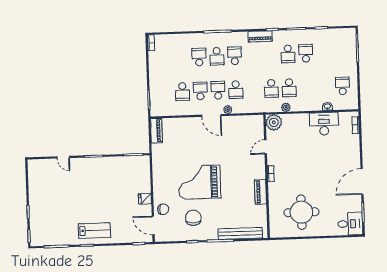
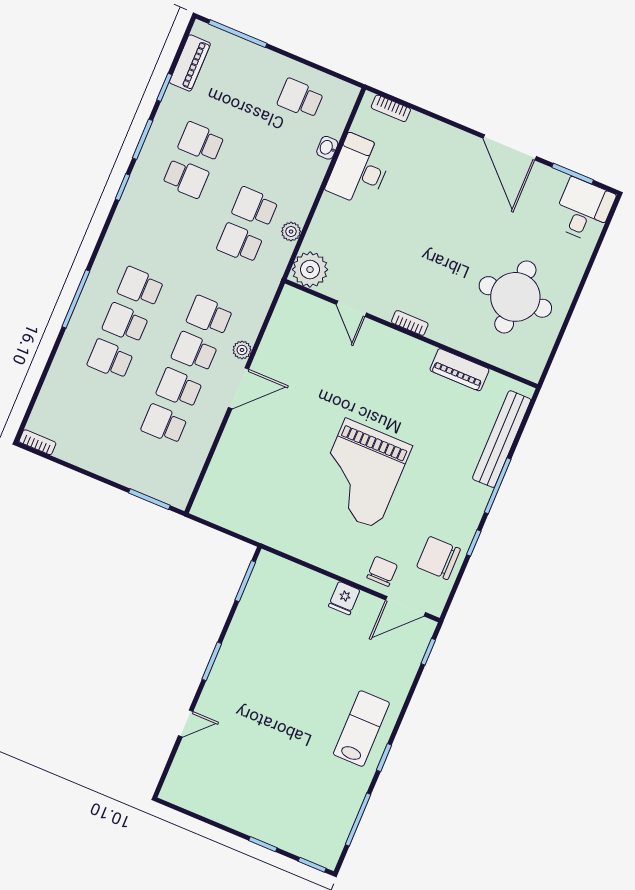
piano: (260, 36) -> (190, 63), moved
school desk: (217, 56) -> (125, 323), turned 180
school desk: (271, 88) -> (240, 243), turned 180
school desk: (289, 88) -> (255, 207), turned 180
school desk: (236, 90) -> (209, 316), turned 180
school desk: (182, 92) -> (164, 424), turned 180
piano: (156, 131) -> (219, 512), removed
piano: (260, 192) -> (459, 370), moved
chair: (193, 218) -> (439, 558), moved

